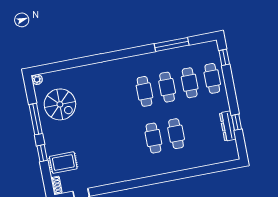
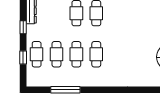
window: (224, 57) -> (23, 57), moved
window: (237, 122) -> (23, 27), moved

